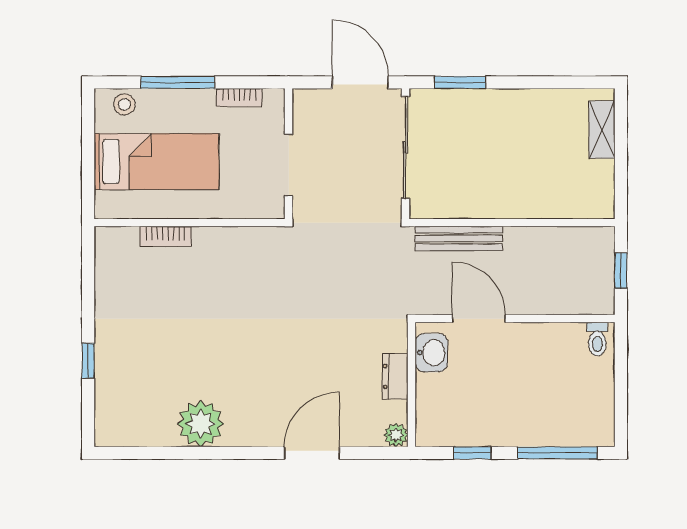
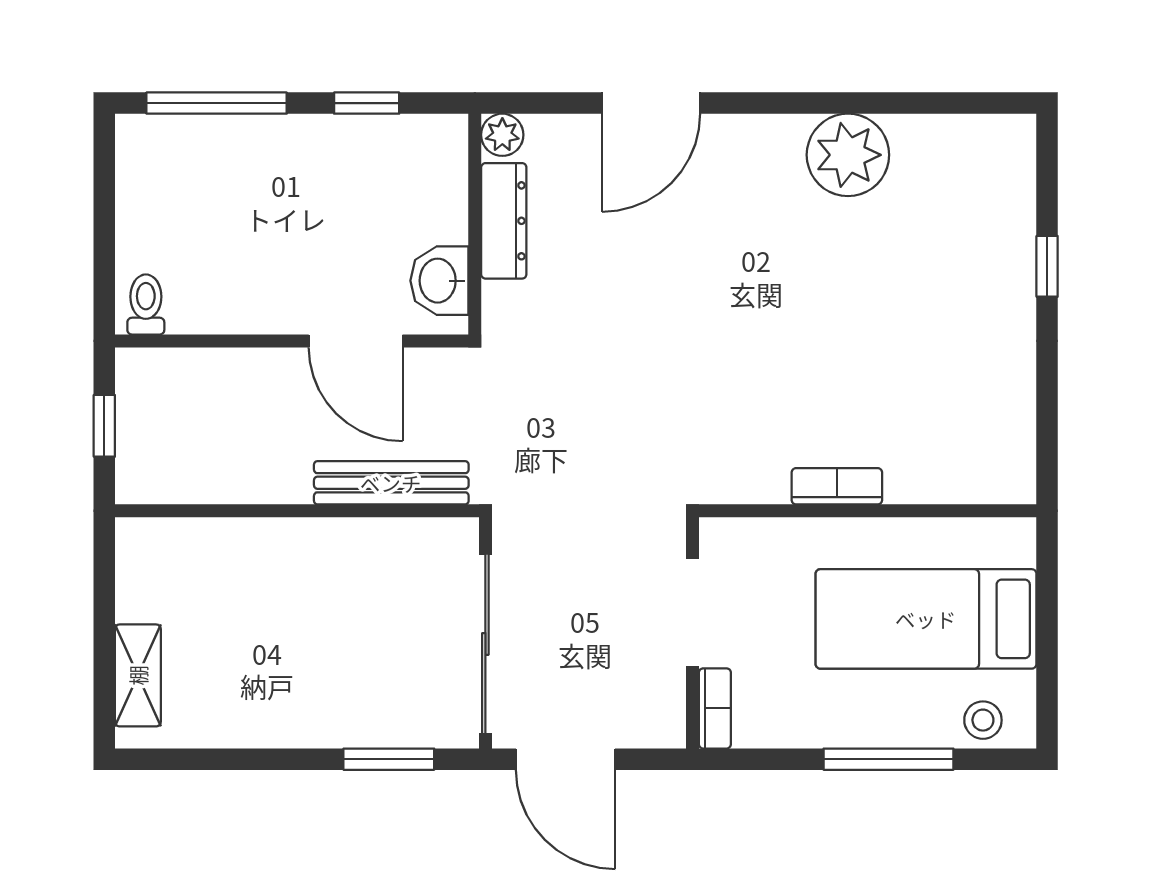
bookcase: (239, 97) -> (715, 708), moved, turned 90
bookcase: (165, 236) -> (837, 486), moved
dresser: (395, 376) -> (504, 221), width x1.44

